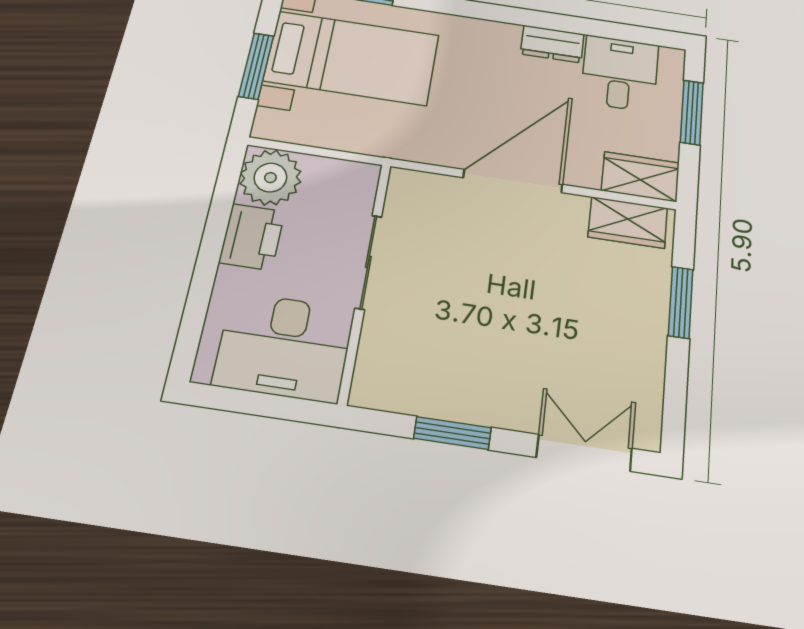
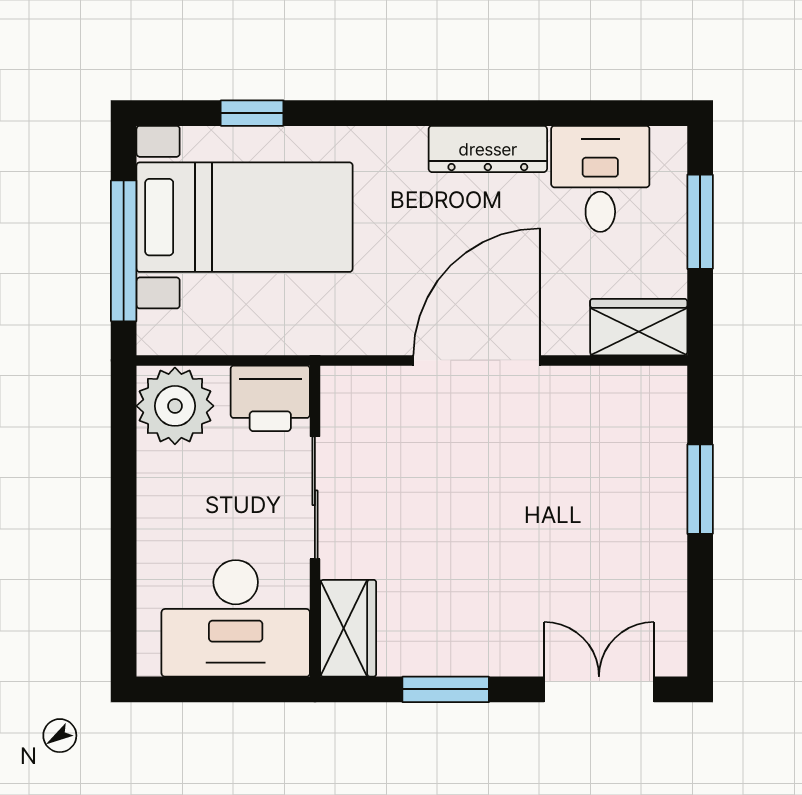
dresser: (552, 44) -> (488, 149), width x1.44
window: (256, 66) -> (124, 251), width x1.44
wardrobe: (628, 222) -> (348, 628), moved, turned -90
printer: (252, 237) -> (270, 398), moved, turned 90

